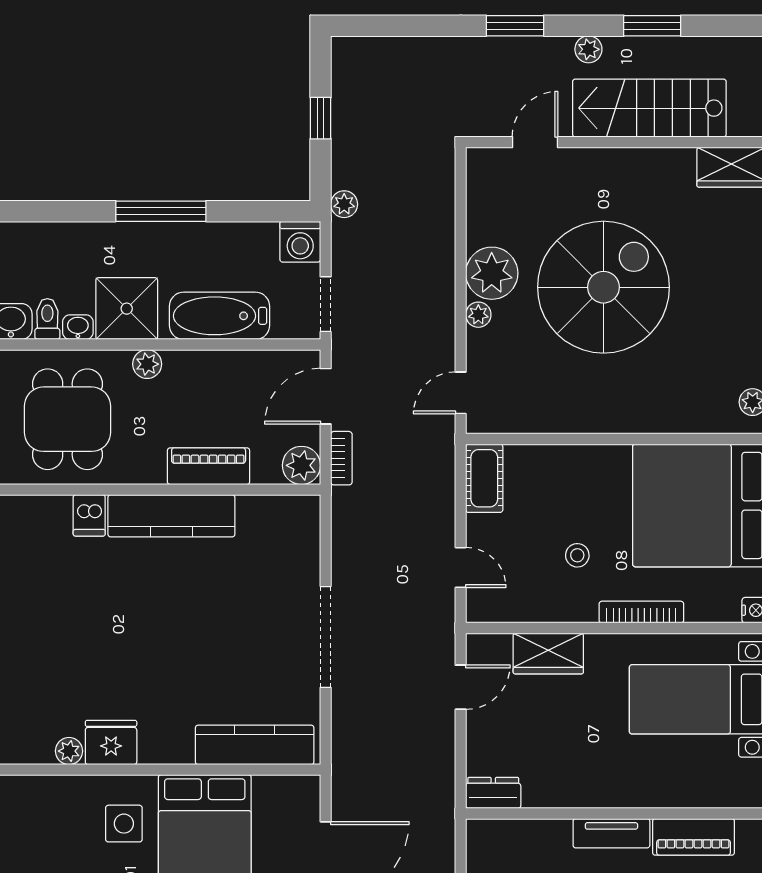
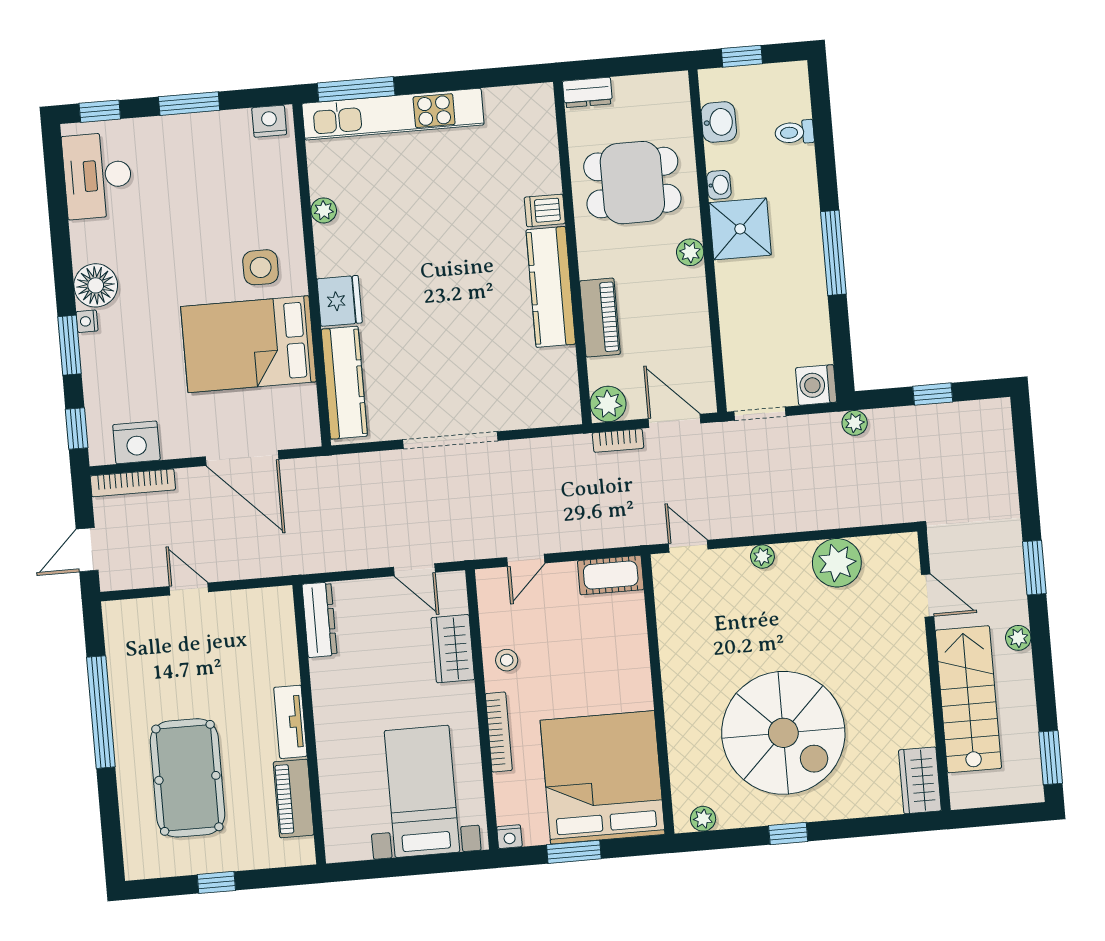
window: (652, 26) -> (1051, 758), moved
plant: (492, 273) -> (837, 563), moved
spiral stairs: (603, 287) -> (783, 733), moved
bathtub: (220, 316) -> (741, 316), removed
toilet: (47, 319) -> (794, 132), moved, turned 180
stool: (577, 555) -> (507, 660), moved
fridge: (111, 742) -> (340, 301), moved
dresser: (493, 793) -> (319, 620), width x1.44

